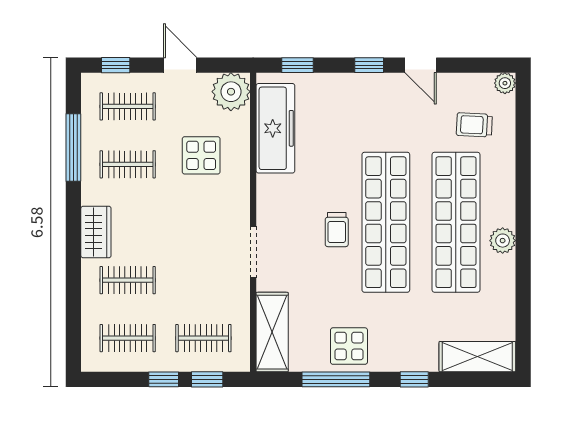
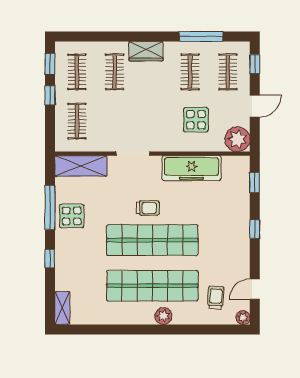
door: (421, 65) -> (255, 289), moved
freezer: (275, 128) -> (192, 168), moved
trolley: (337, 230) -> (148, 208), turned 180
plant: (503, 241) -> (163, 316), moved
shelving: (477, 357) -> (62, 308), width x0.67, depth x0.75
window: (207, 379) -> (50, 64), moved

